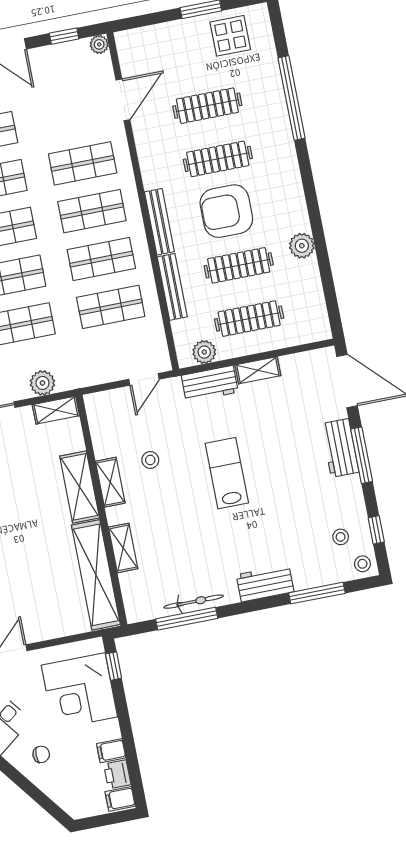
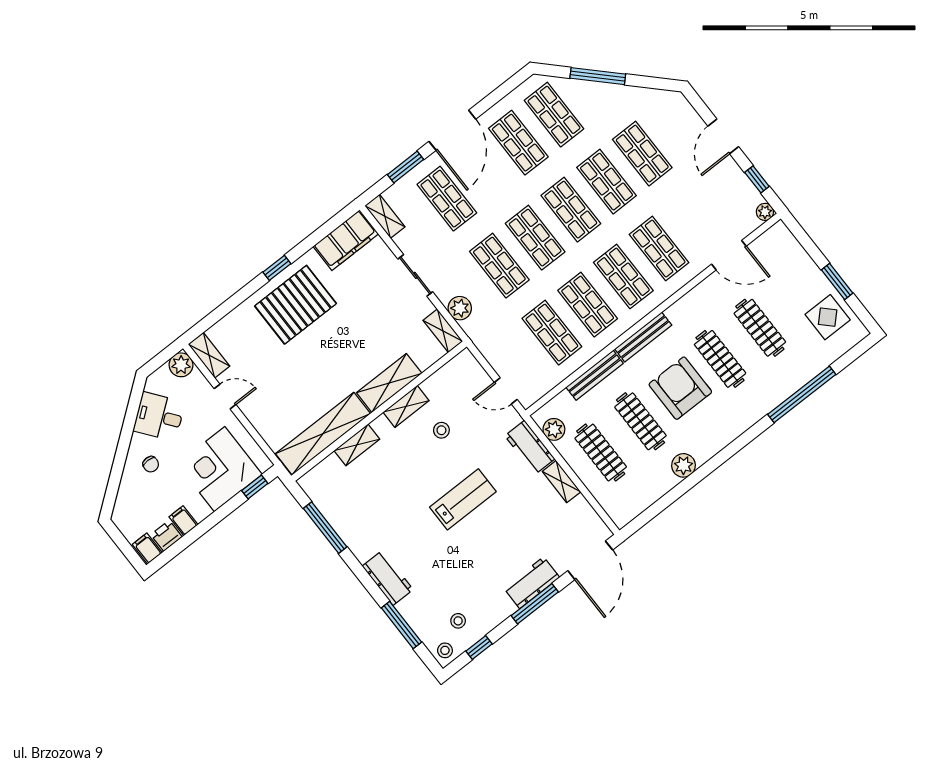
bicycle: (194, 602) -> (342, 526), removed

